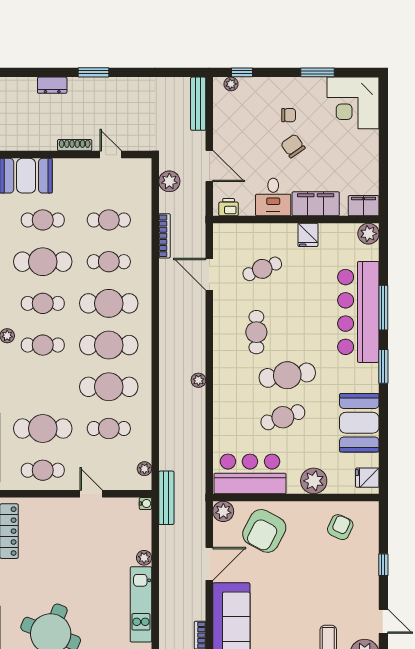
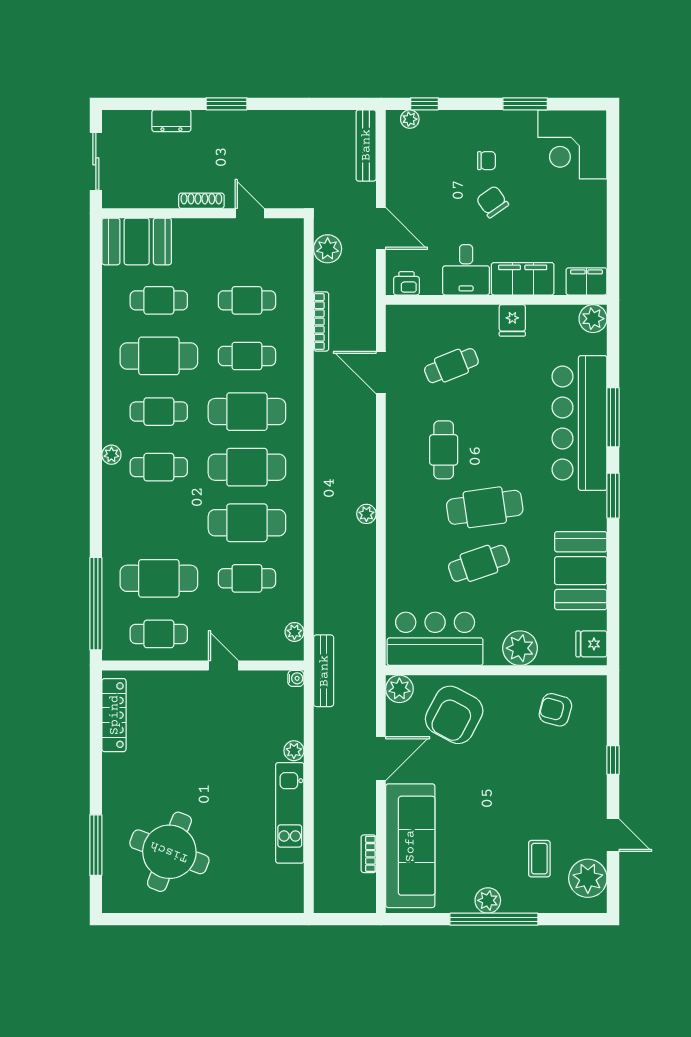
armchair: (340, 527) -> (555, 710), turned -100

